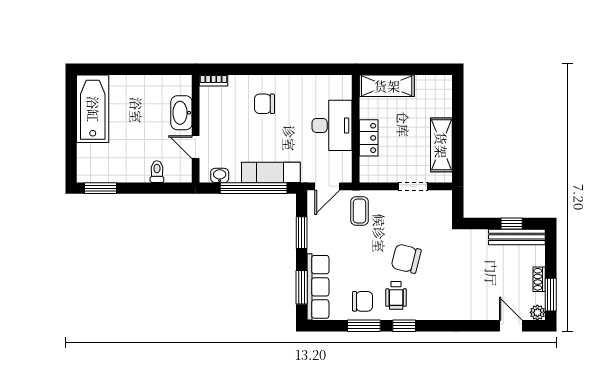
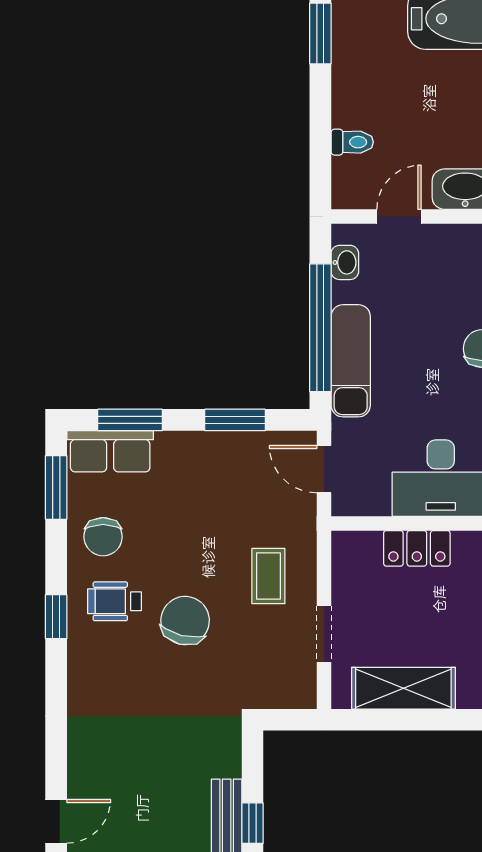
coffee table: (359, 211) -> (268, 576), moved, turned 90
row of seats: (318, 287) -> (110, 451), width x0.68
window: (364, 326) -> (56, 487), moved

